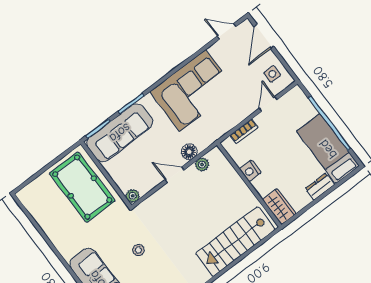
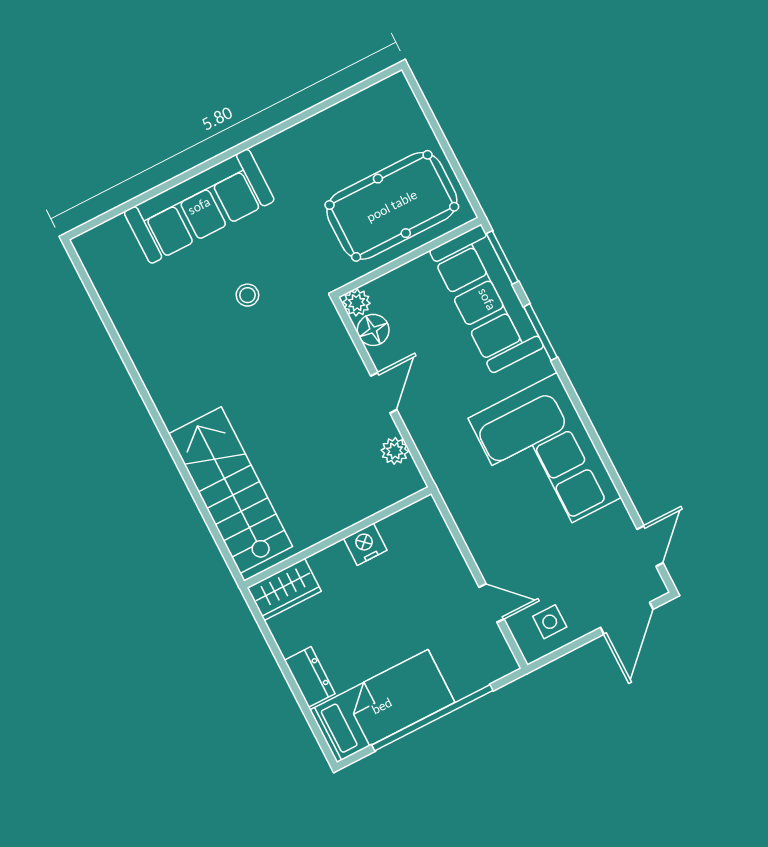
door: (264, 36) -> (627, 618), swing flipped
bookcase: (244, 131) -> (446, 546), removed
floor lamp: (189, 152) -> (373, 330), moved

